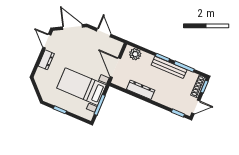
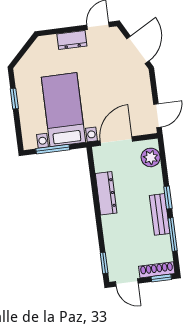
door: (104, 33) -> (157, 116), moved
bench: (169, 67) -> (160, 214), width x0.73

